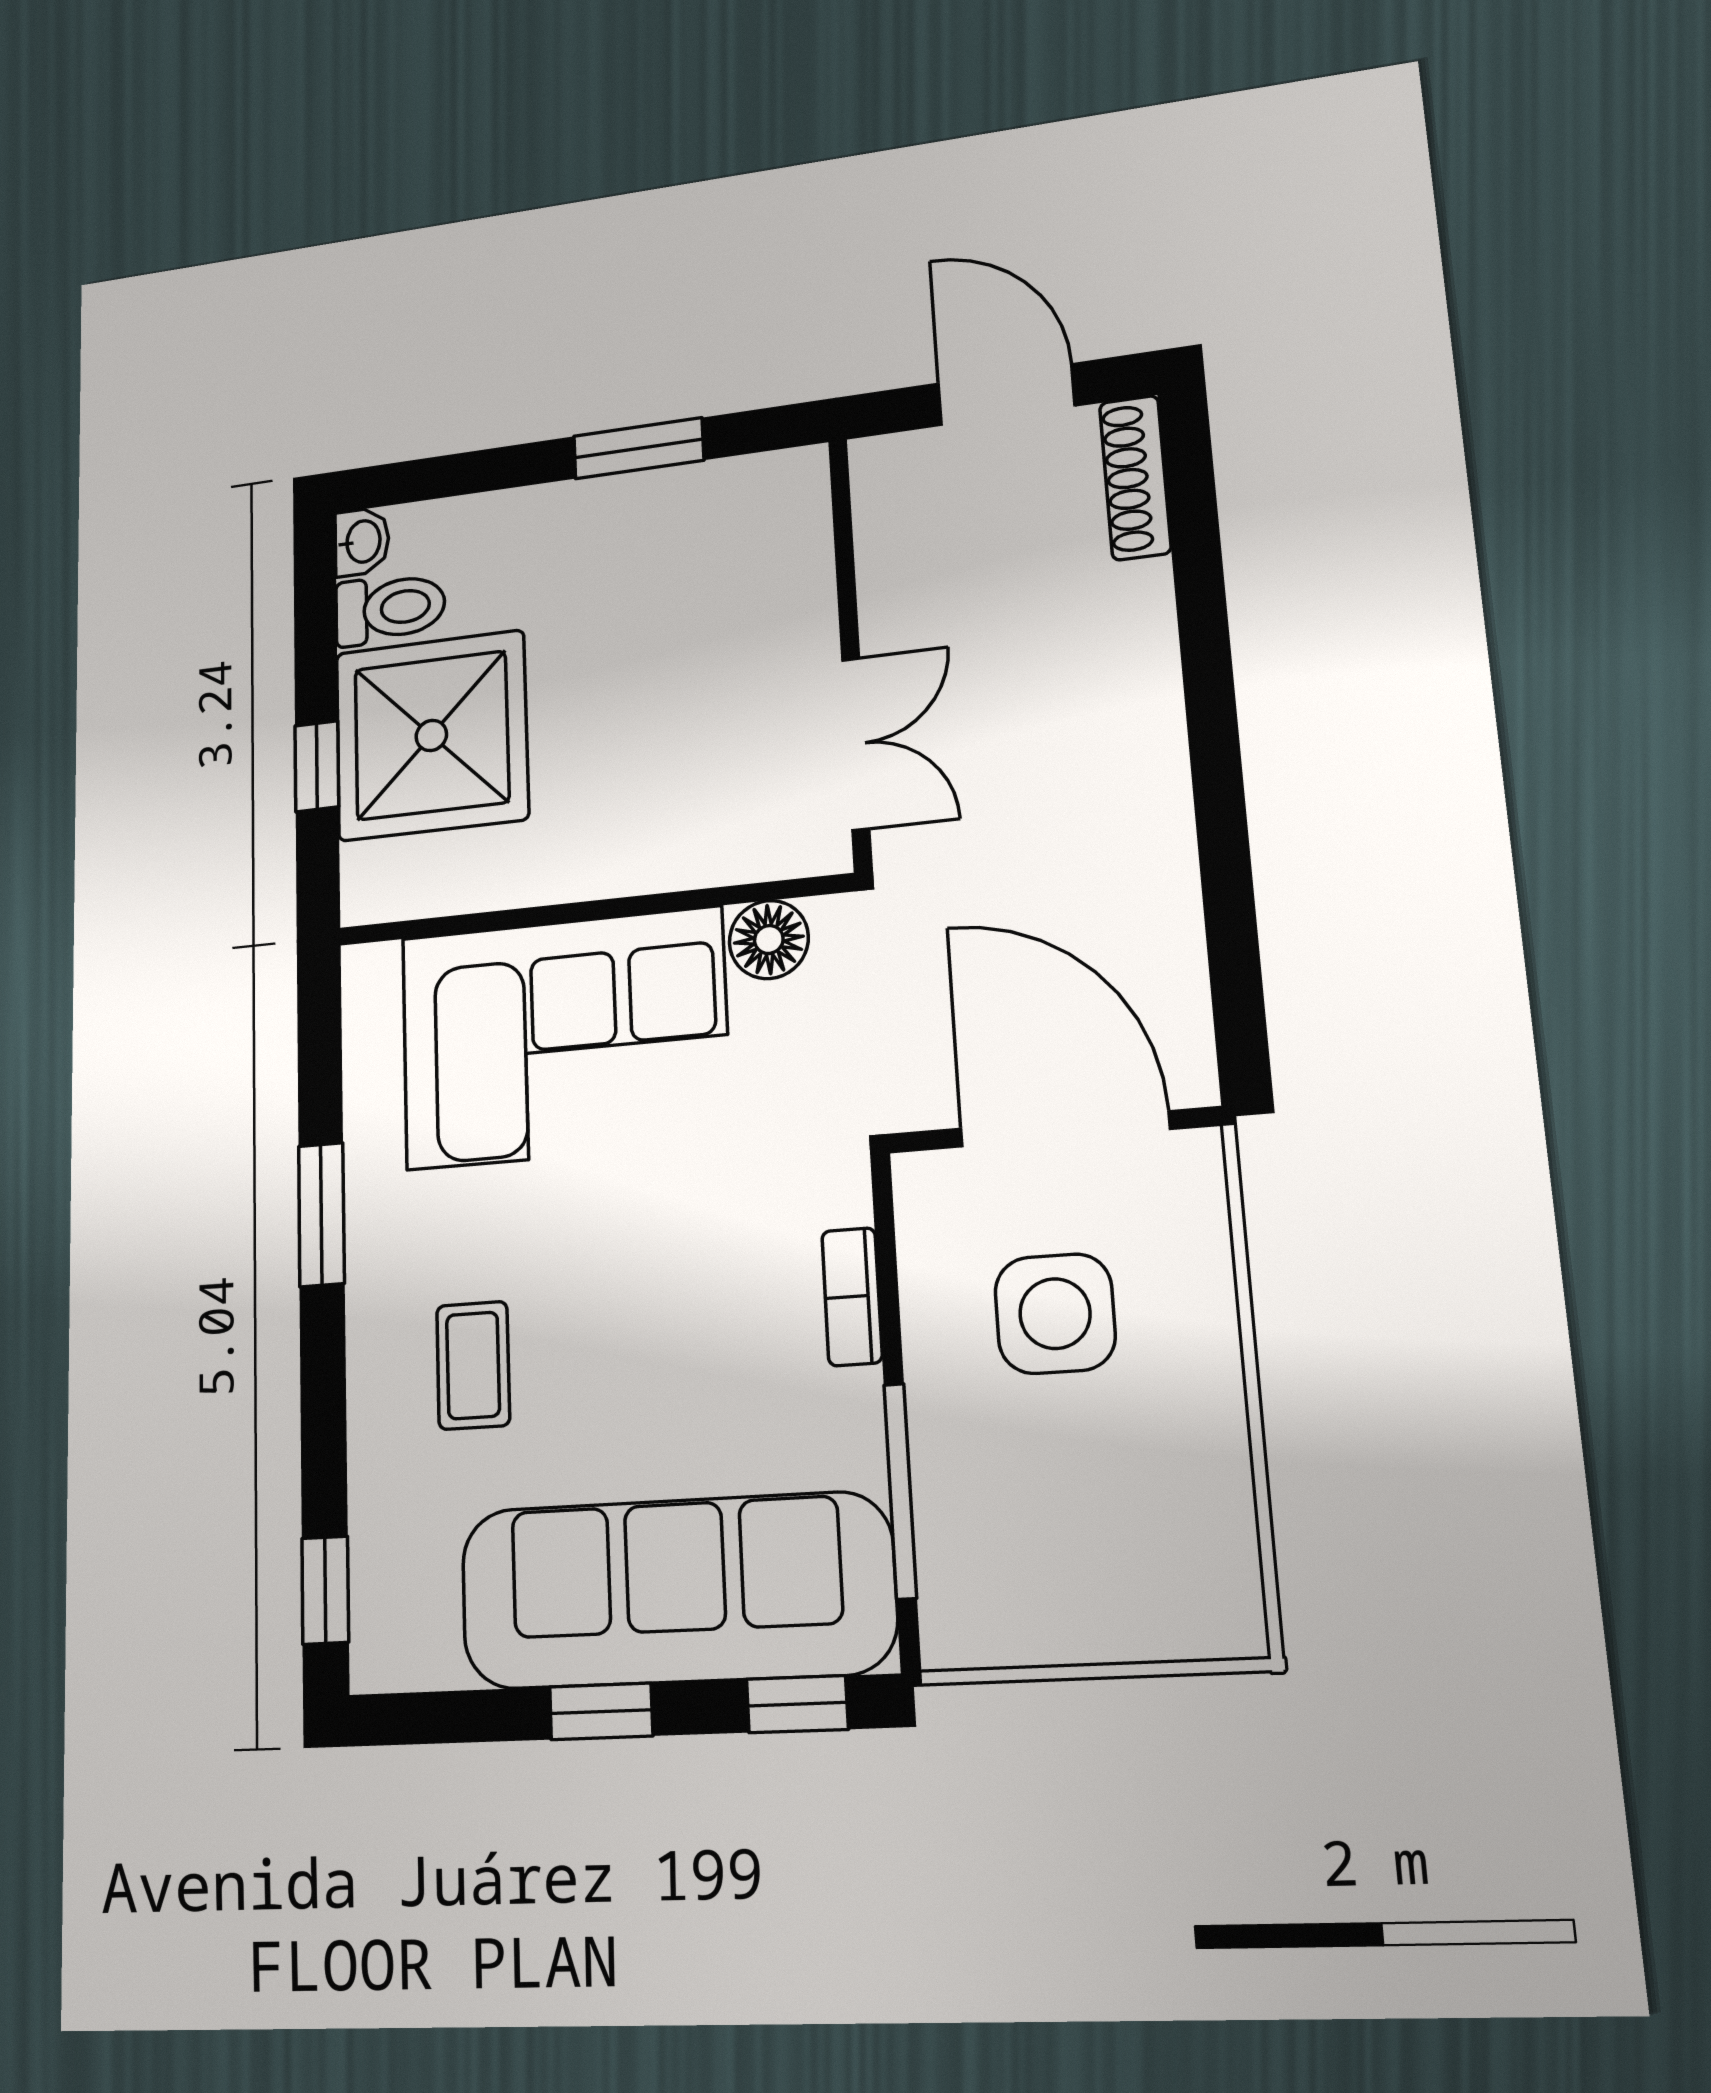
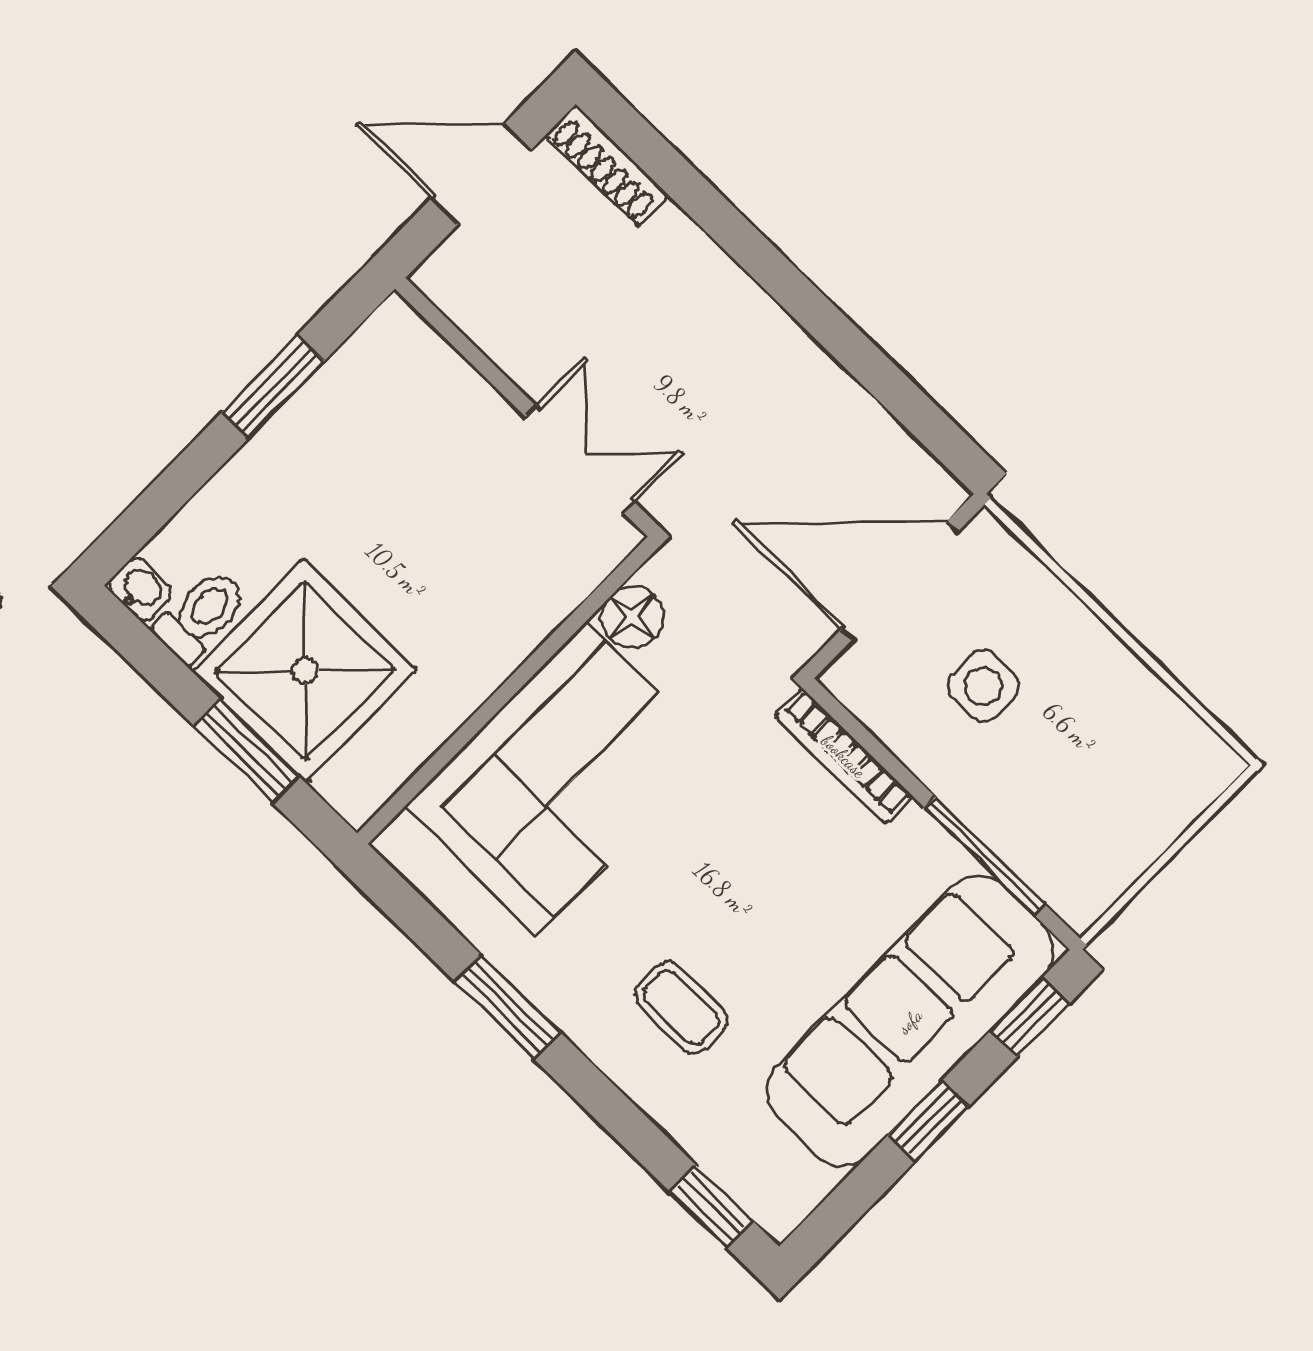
window: (317, 766) -> (246, 751), width x1.50
bookcase: (852, 1297) -> (844, 756), width x1.56
side table: (1055, 1314) -> (983, 686), width x0.73, depth x0.73

